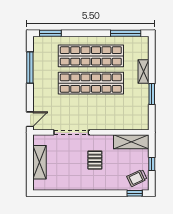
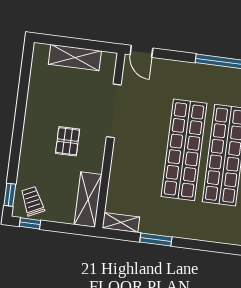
shelving: (144, 72) -> (121, 222), moved
pallet: (95, 160) -> (68, 141), turned 90
window: (152, 164) -> (30, 223), moved

